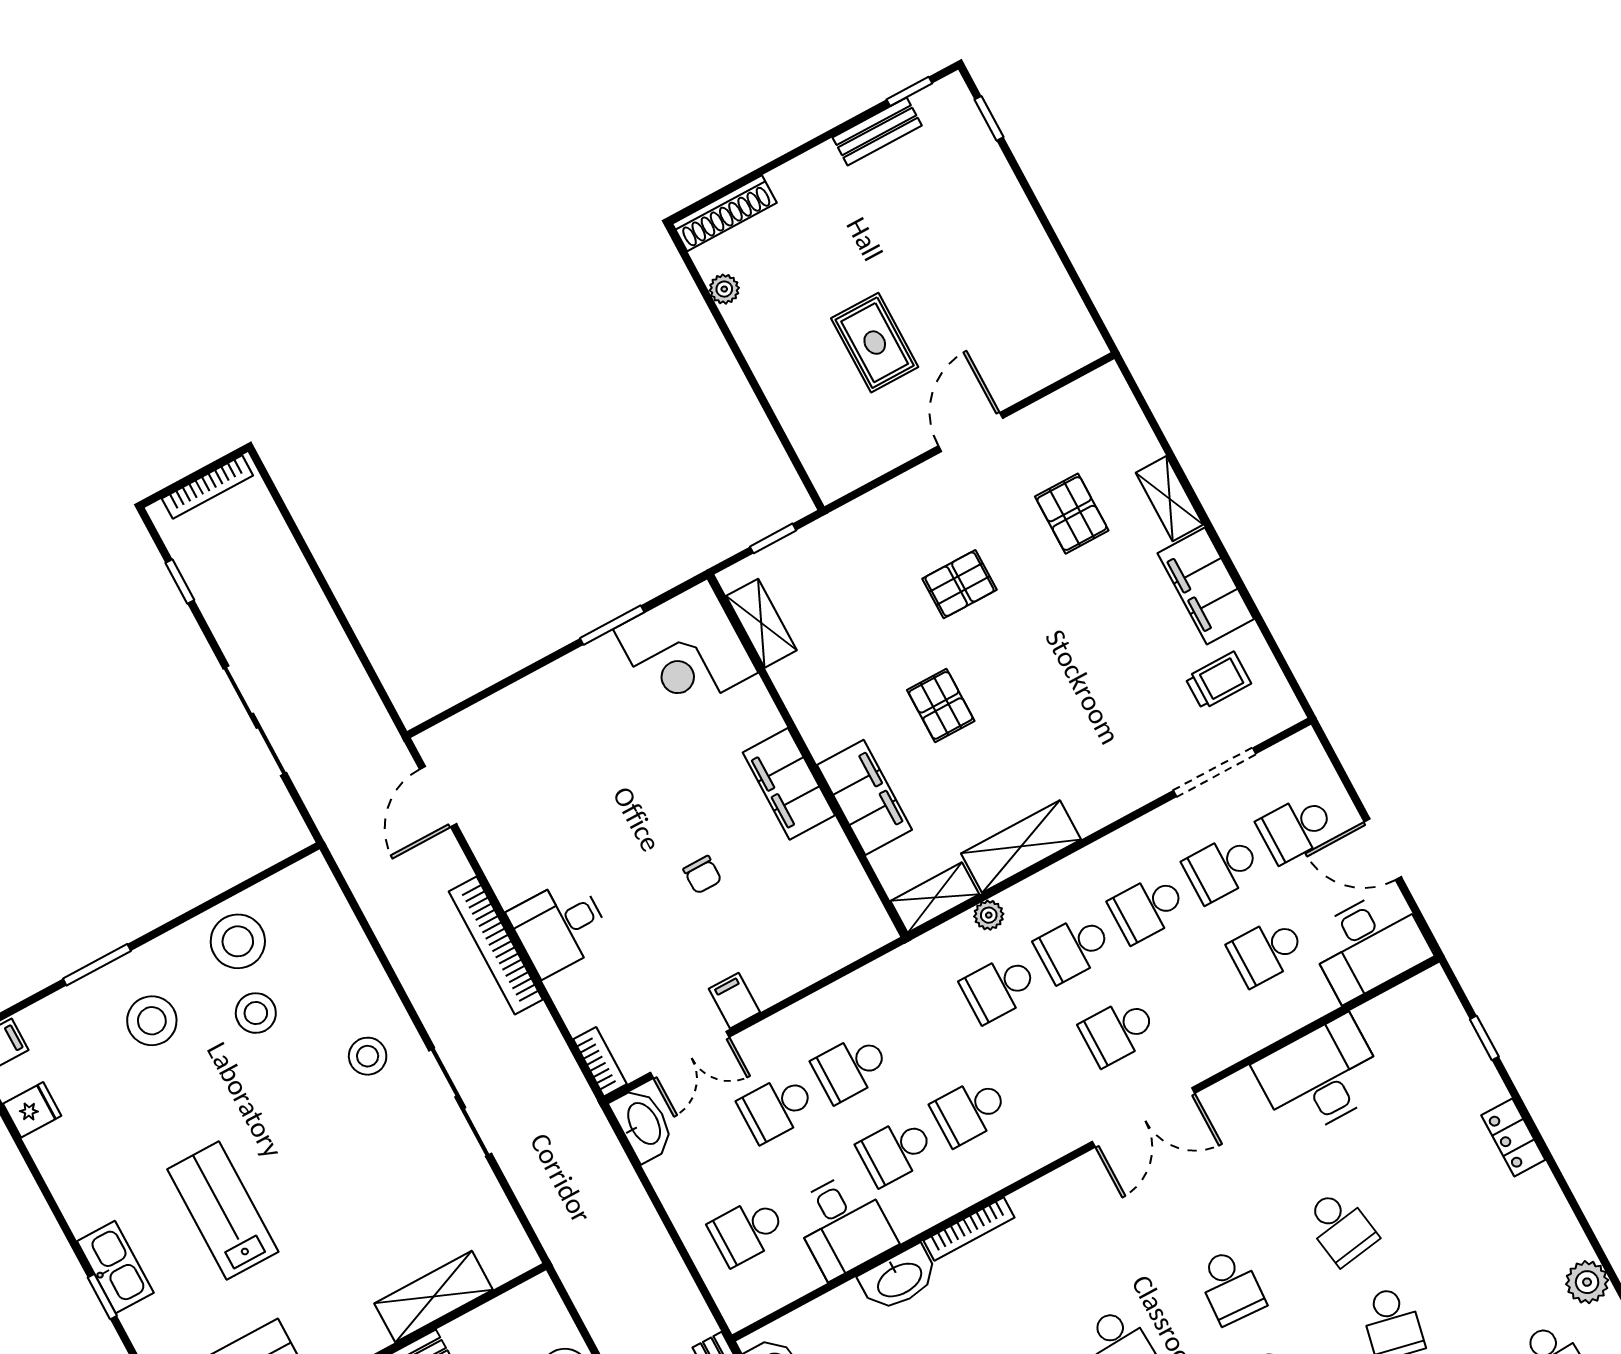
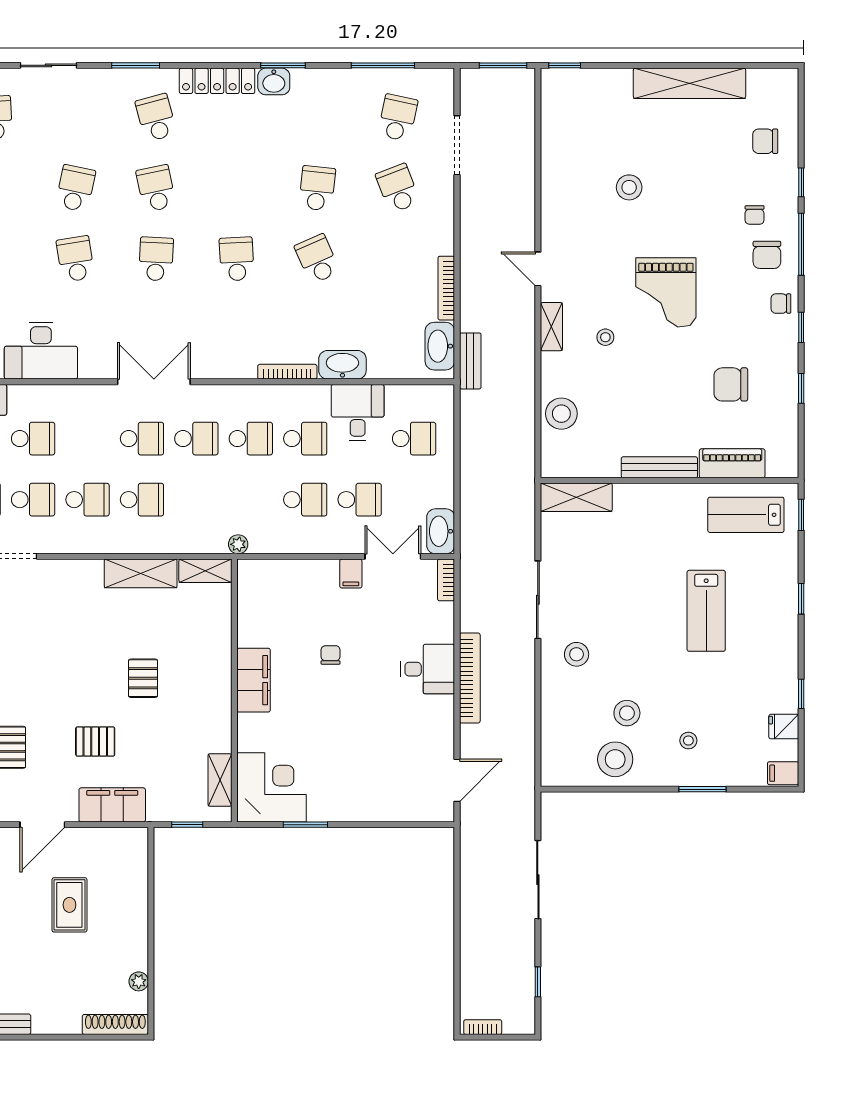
bookcase: (207, 487) -> (483, 1027), width x0.64
filing cabinet: (864, 797) -> (112, 805), moved, turned 90
plant: (989, 915) -> (238, 544), moved
school desk: (999, 988) -> (196, 439), moved
stool: (152, 1021) -> (688, 741), width x0.53, depth x0.53
window: (32, 1167) -> (801, 694), added
kitchen sink: (115, 1267) -> (785, 612), removed
shelving: (434, 1297) -> (576, 497), moved

